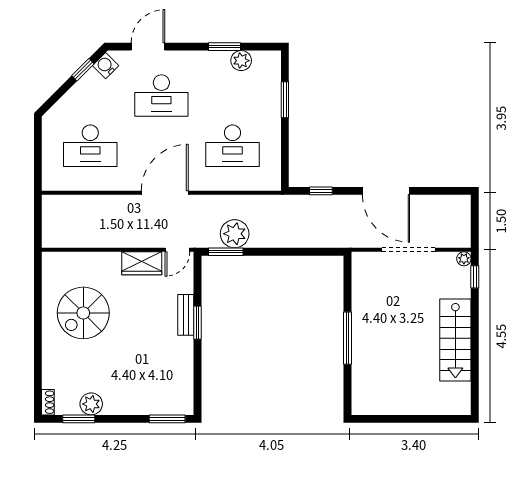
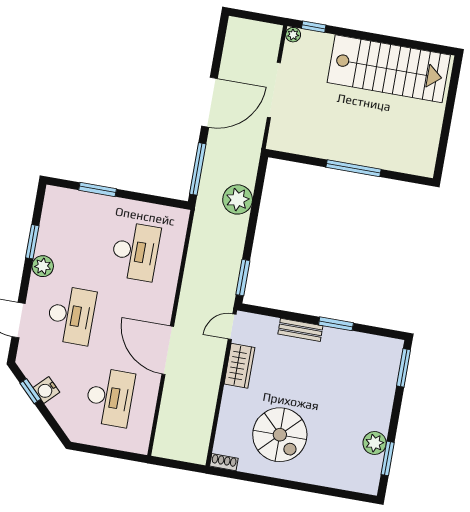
plant: (241, 61) -> (43, 266), moved
water cooler: (106, 66) -> (46, 390), moved
window: (321, 191) -> (198, 169), width x2.17
door: (165, 193) -> (168, 350), moved
plant: (235, 234) -> (238, 199), moved
door: (177, 250) -> (232, 327), swing flipped
window: (197, 323) -> (336, 324), moved
stairs: (455, 340) -> (389, 69), width x1.36, depth x1.51
shoe rack: (48, 402) -> (224, 462), moved

